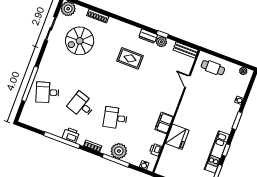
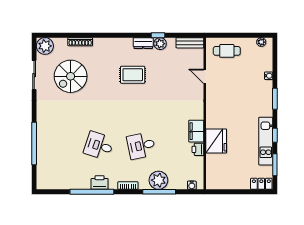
desk: (47, 92) -> (57, 146), removed
printer: (156, 150) -> (198, 149), moved

